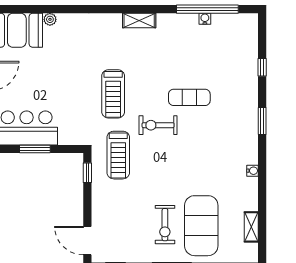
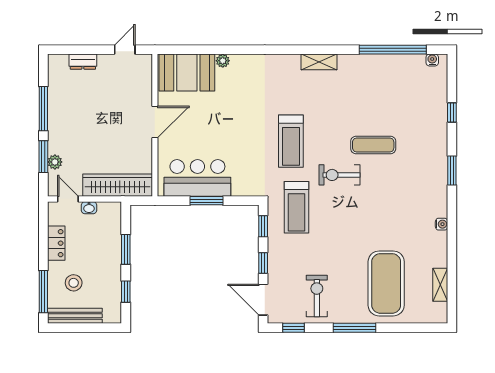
water cooler: (205, 19) -> (432, 60), moved
window: (87, 207) -> (263, 263), added
exercise bike: (165, 225) -> (317, 296), moved, turned 180

